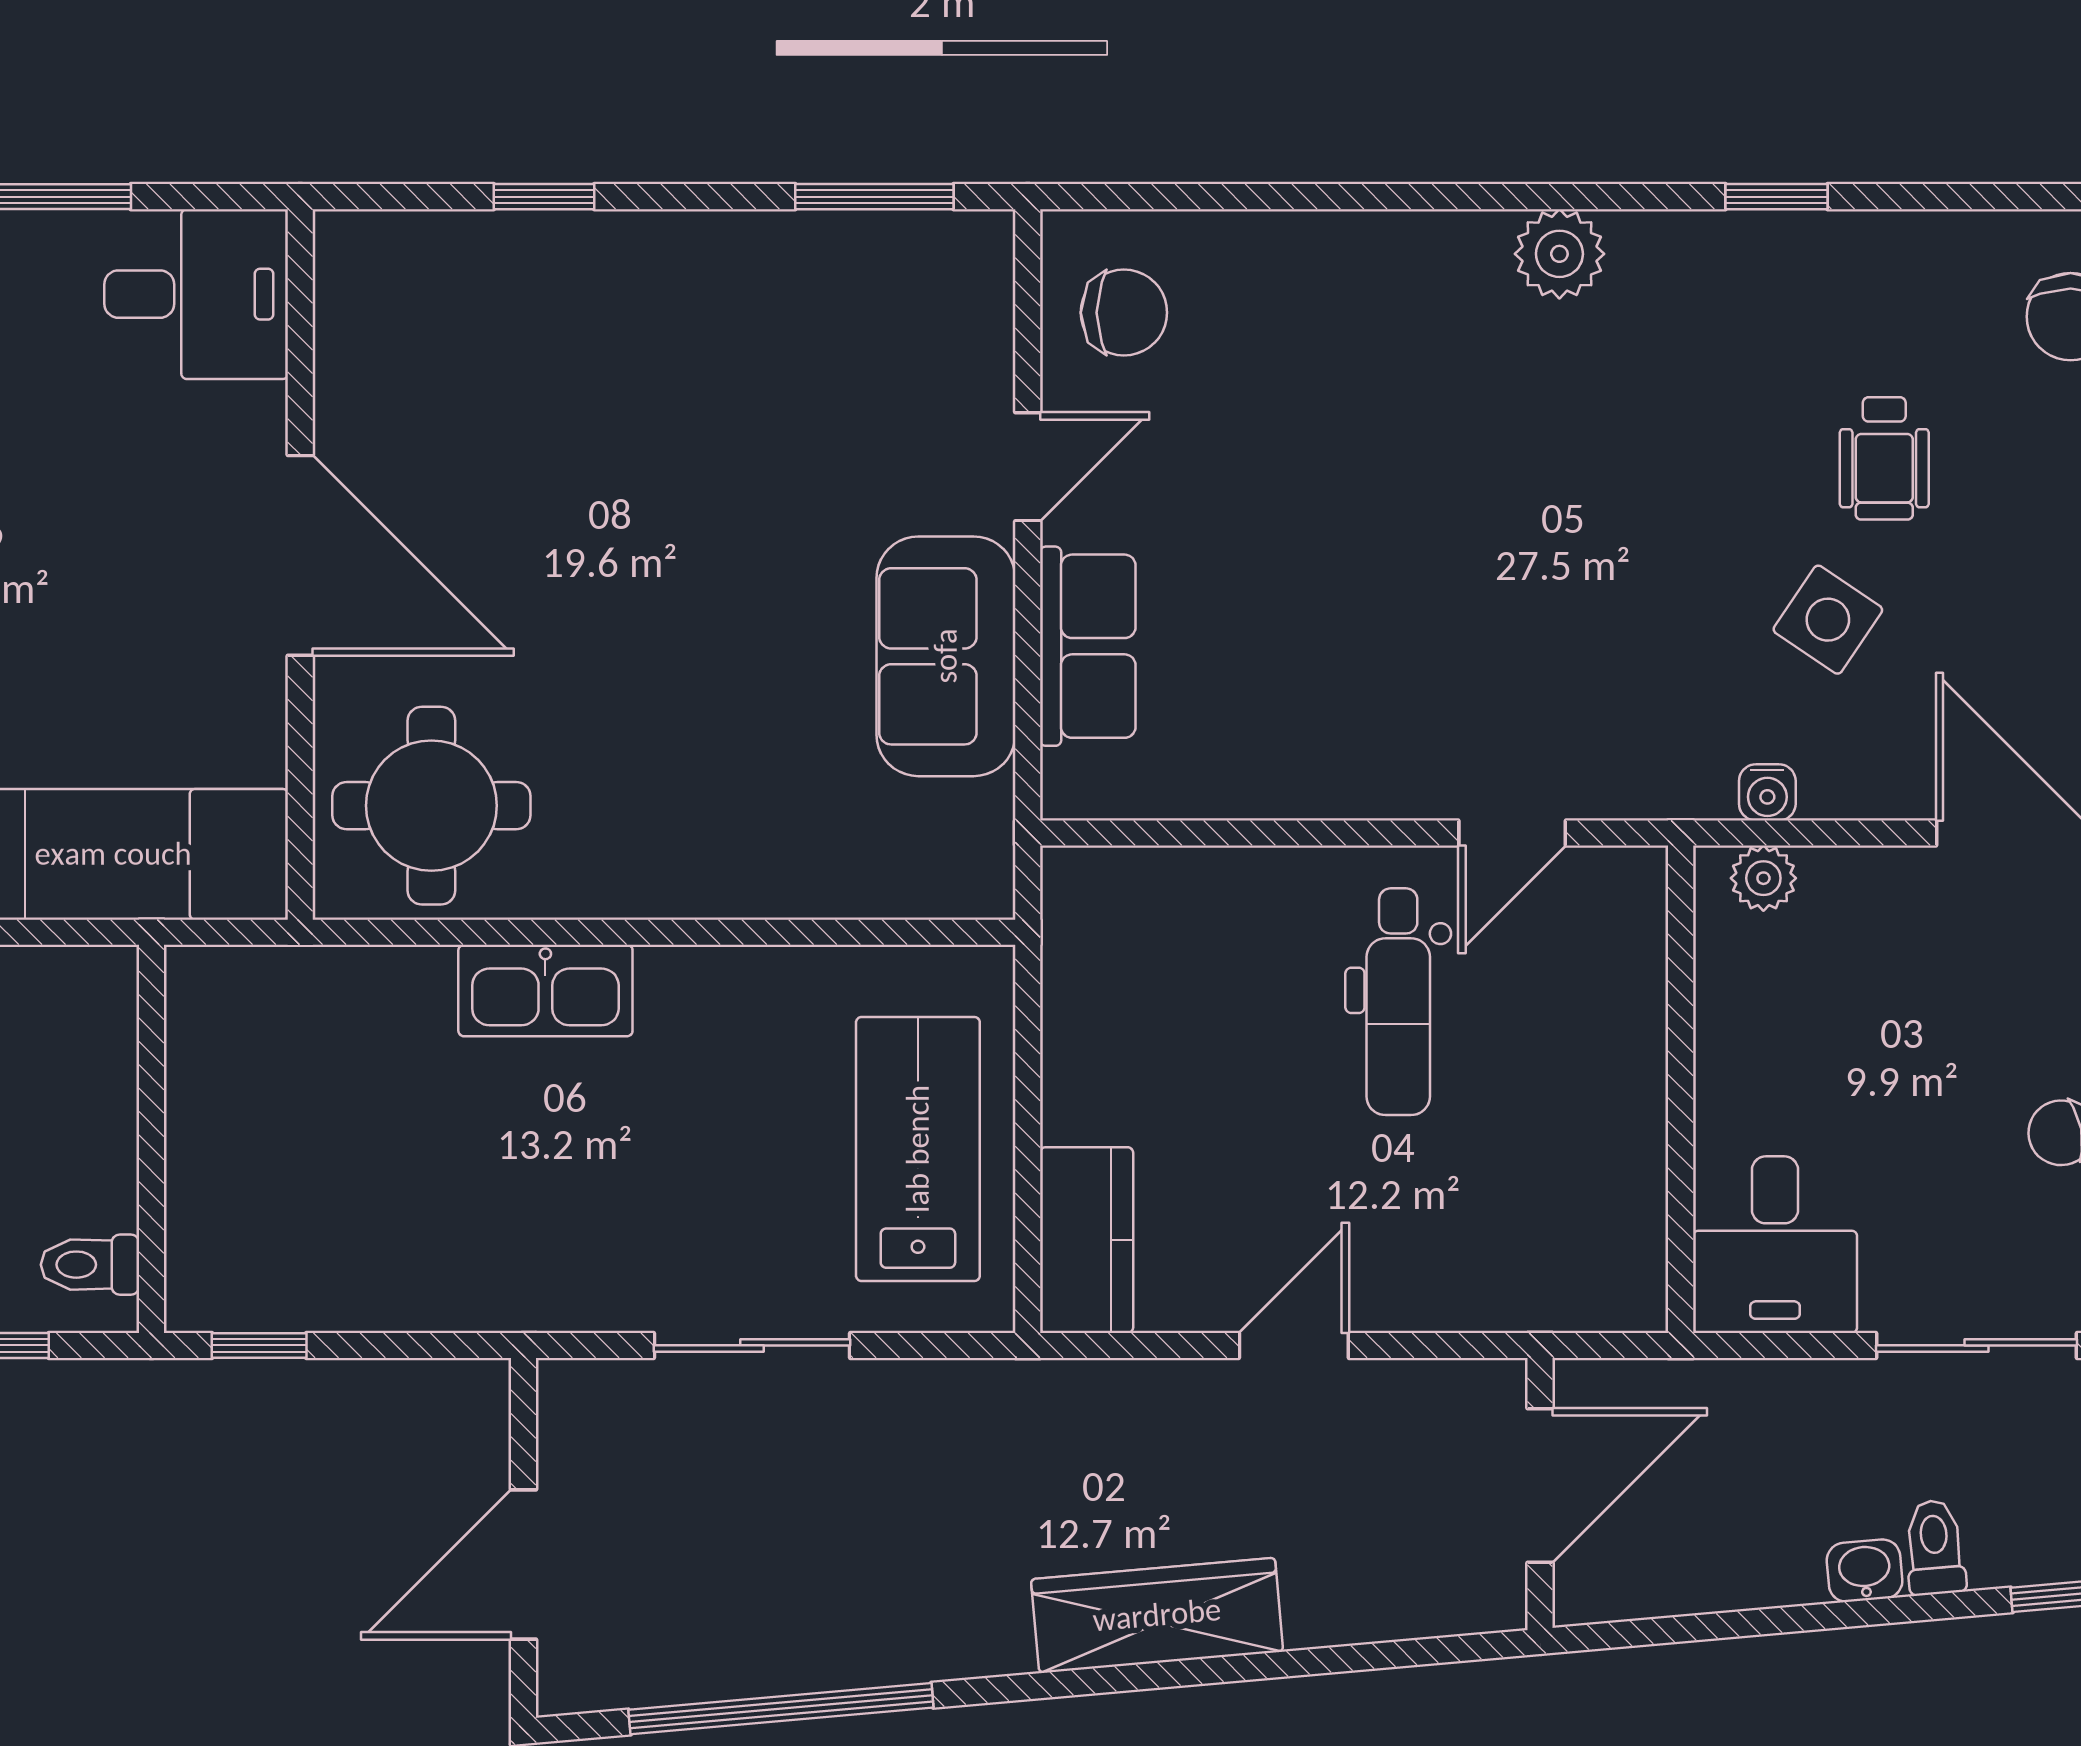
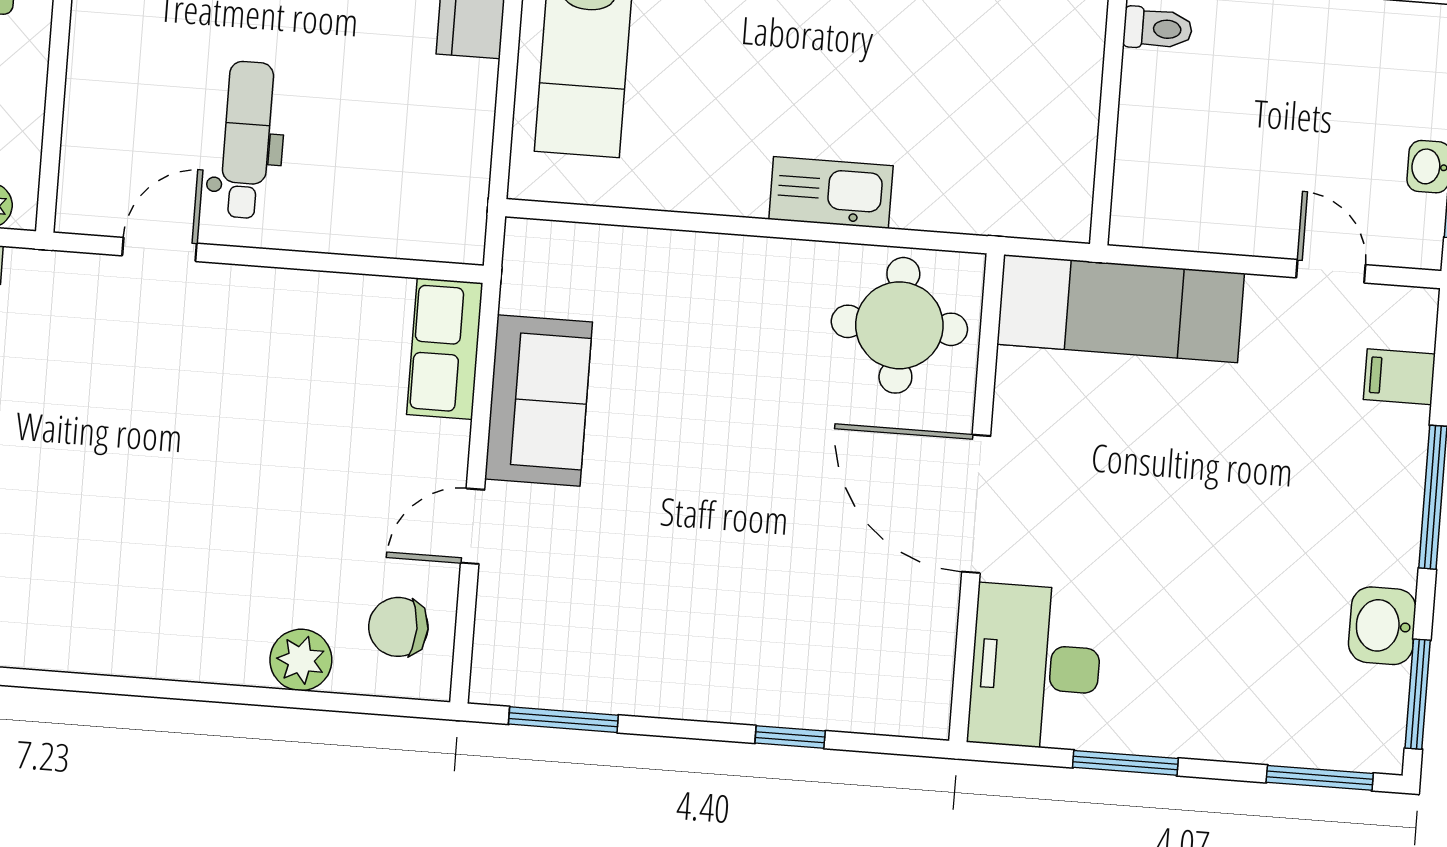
plant: (1559, 254) -> (301, 660), moved
desk: (196, 294) -> (1035, 667), width x1.37
row of seats: (1088, 646) -> (445, 349), moved

